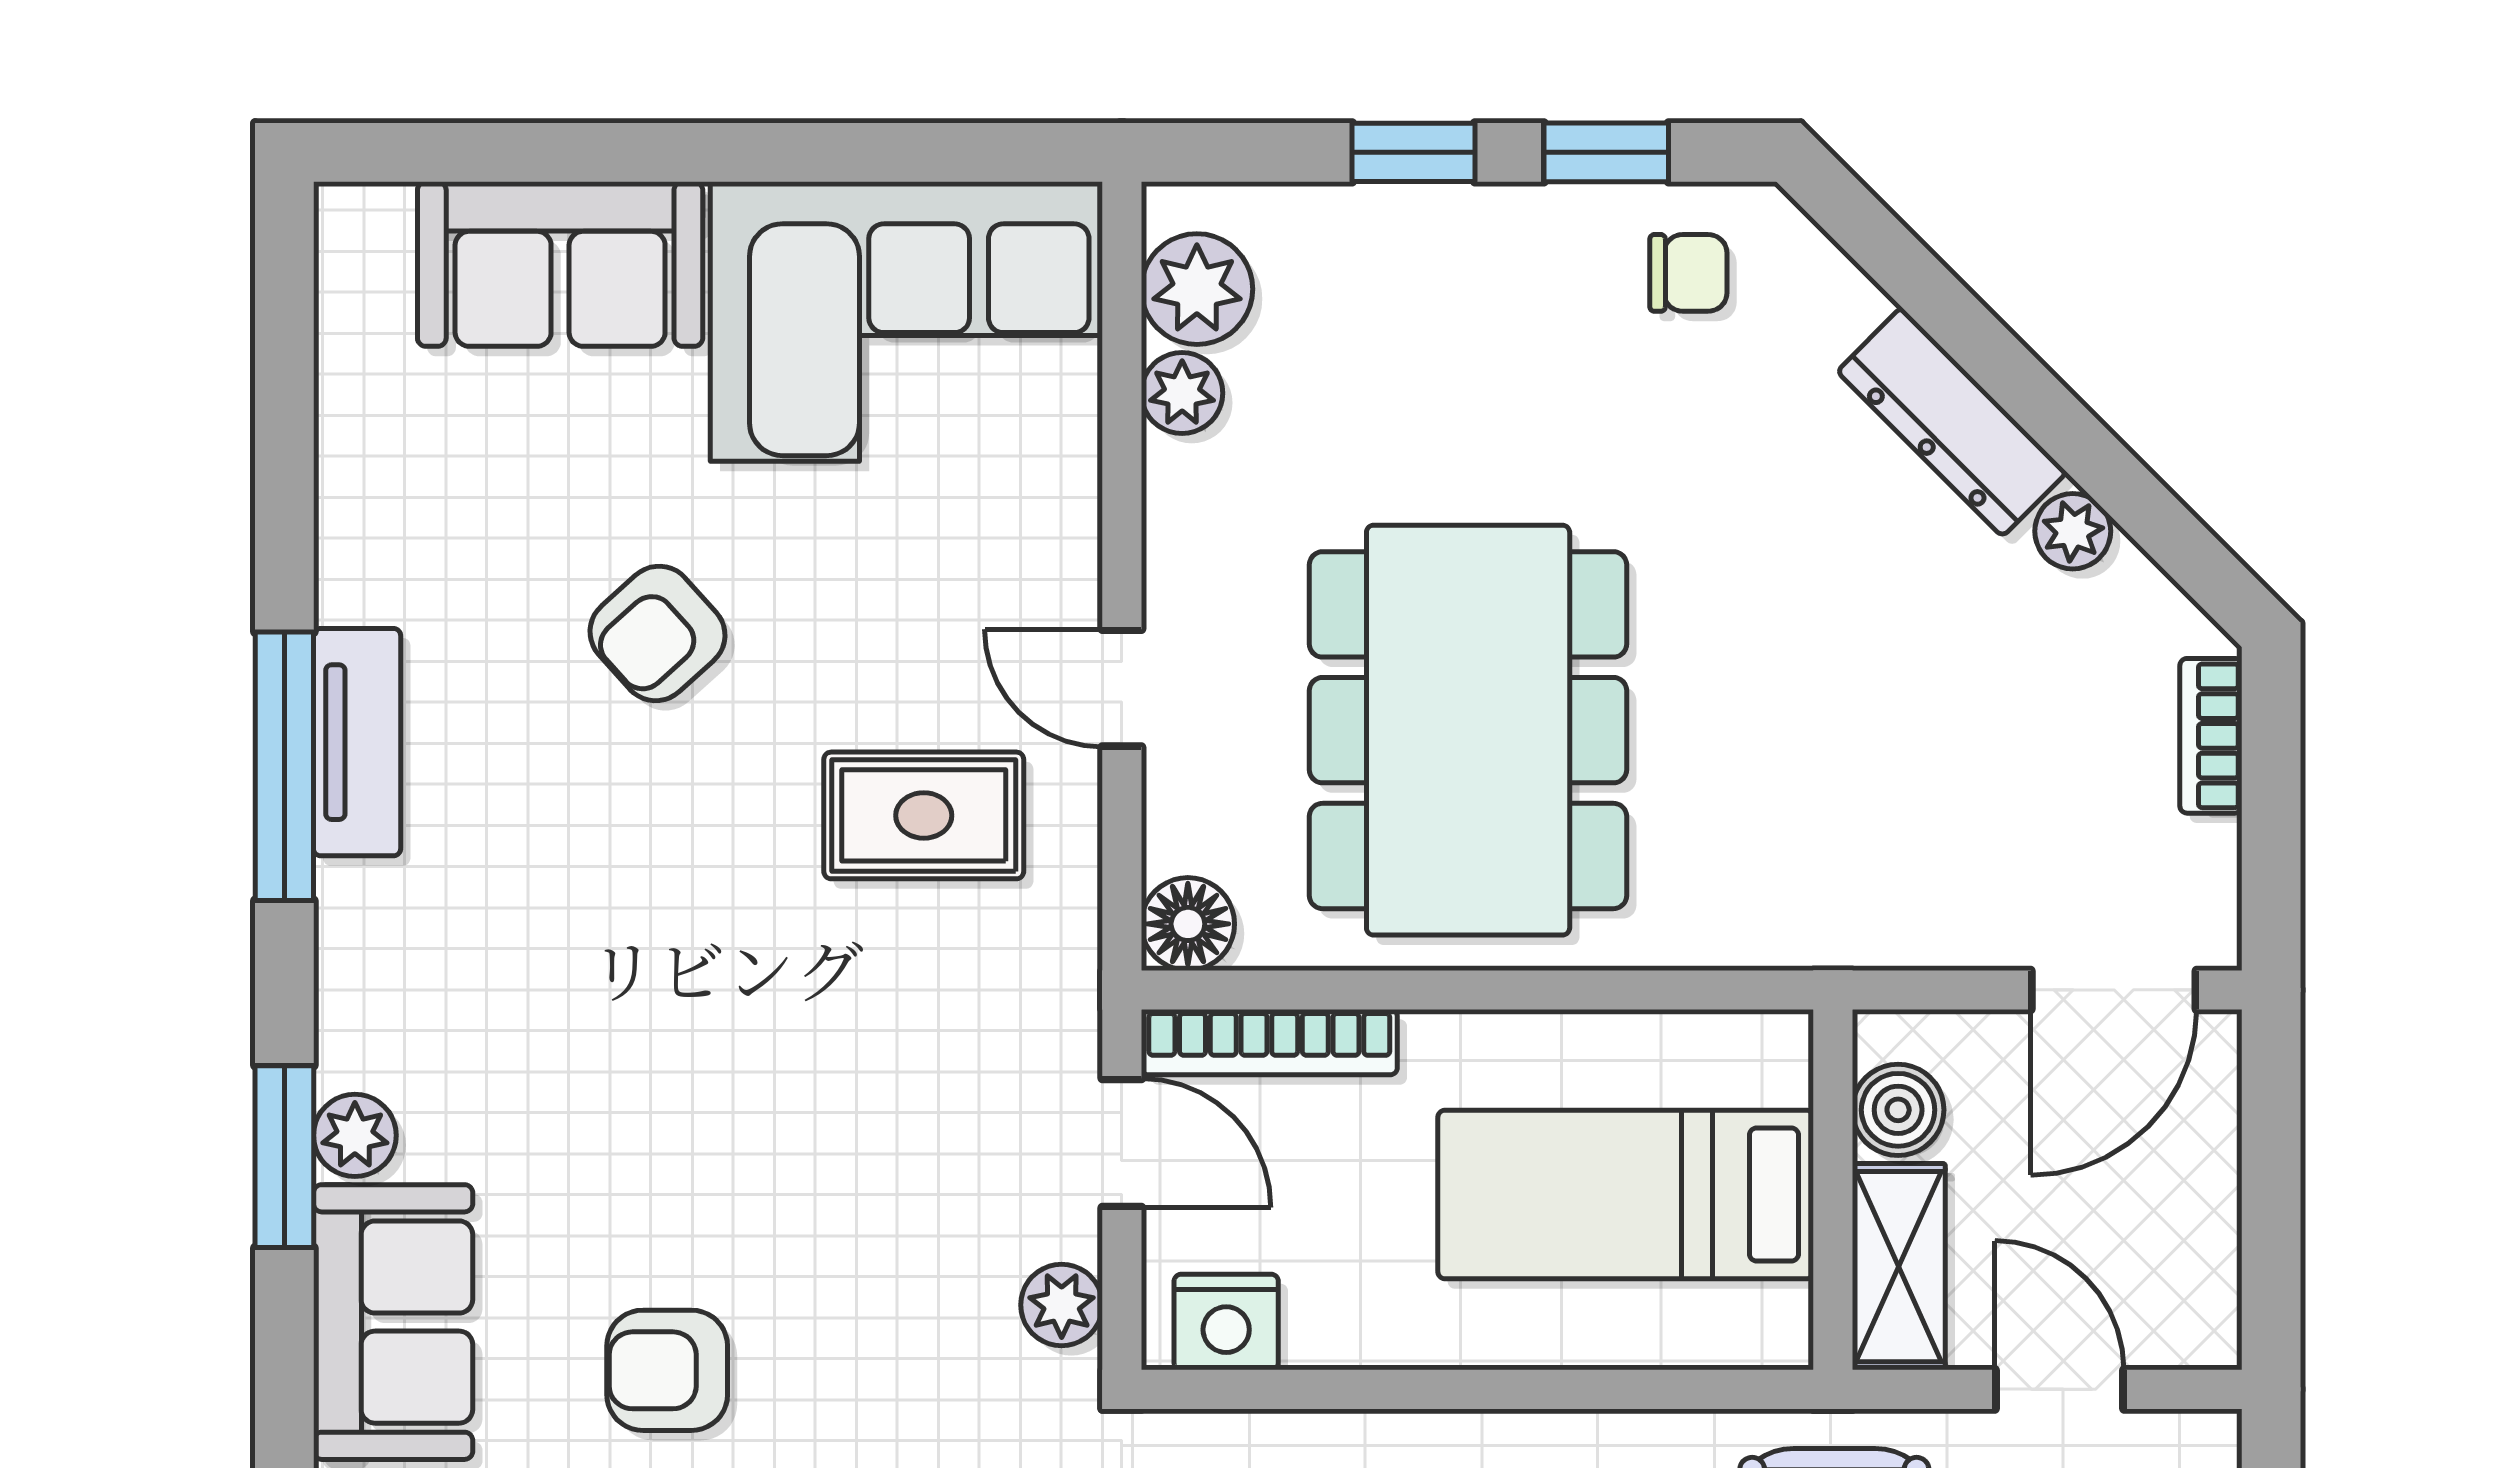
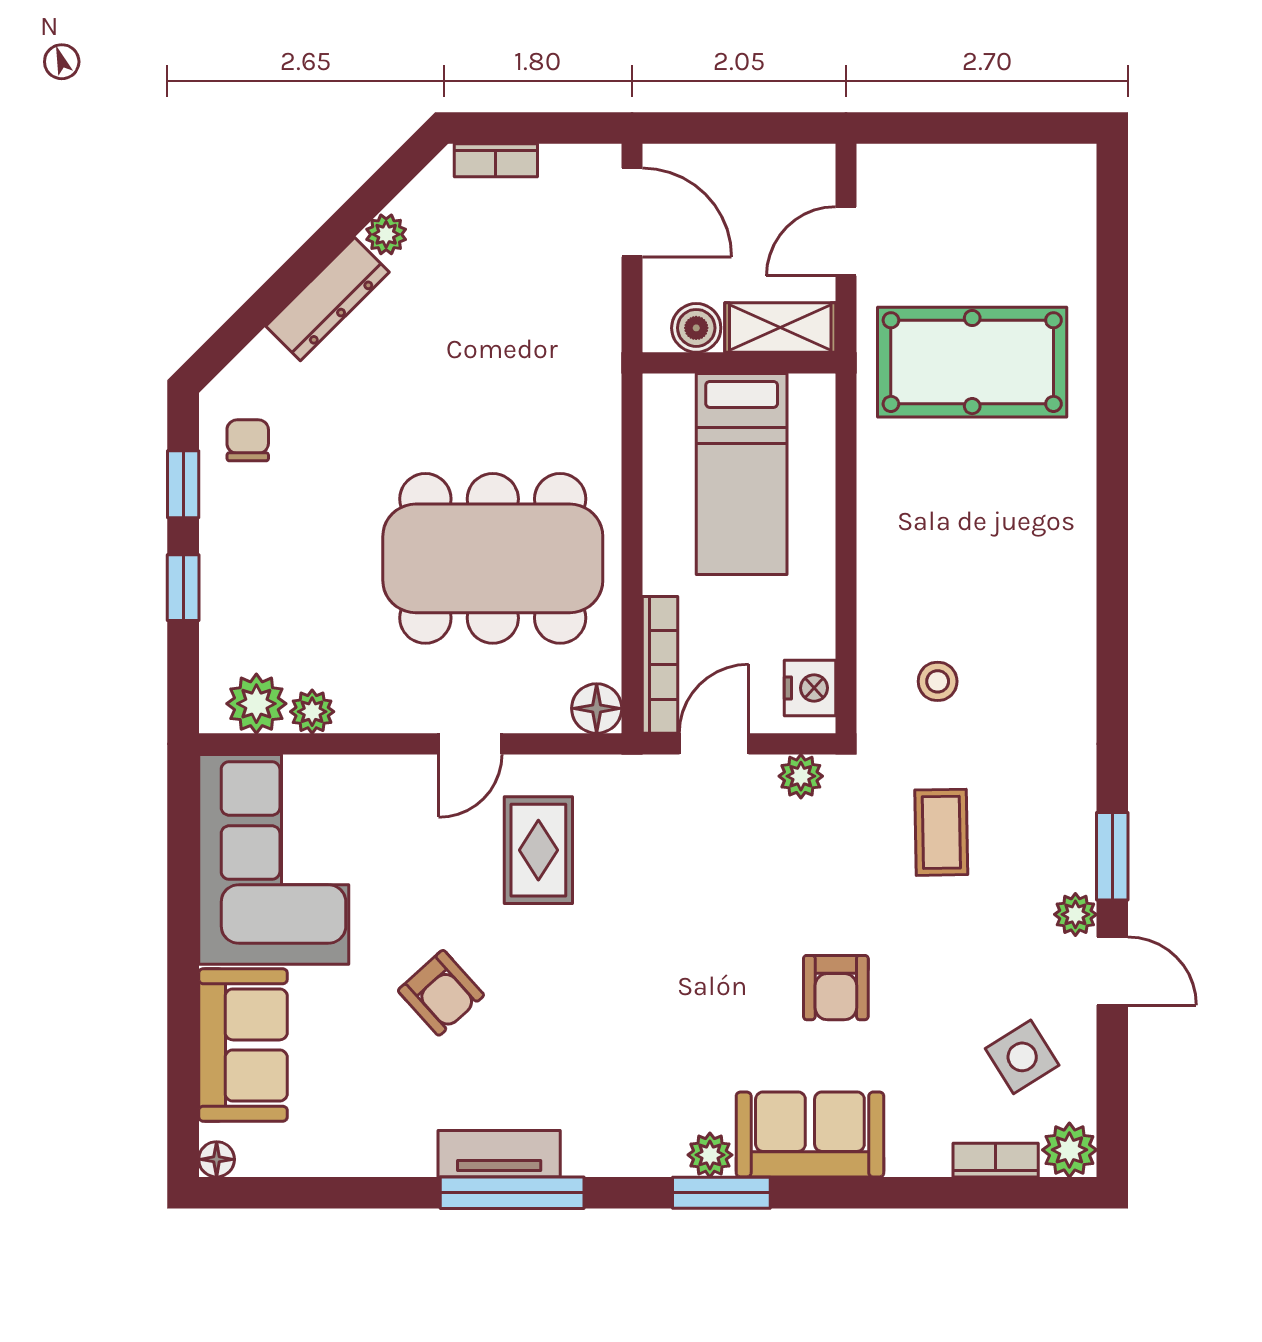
floor lamp: (347, 215) -> (217, 1159), added

